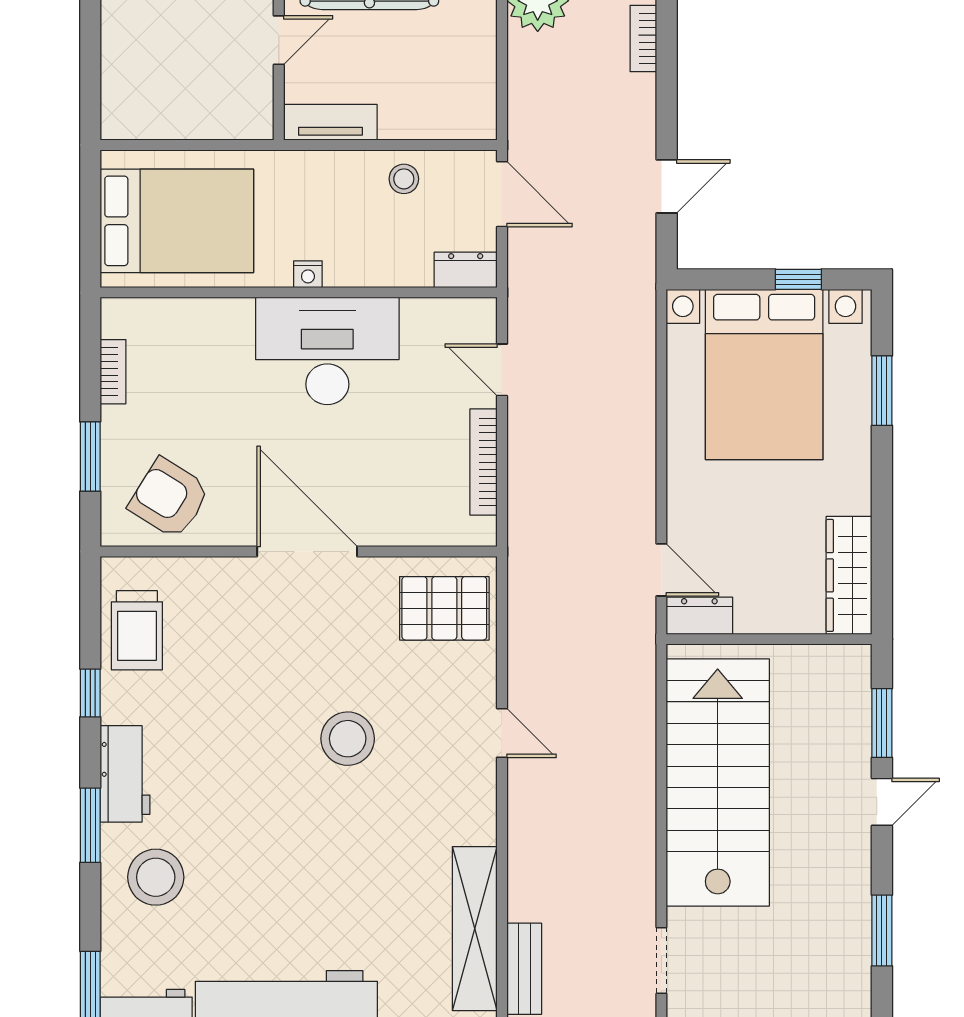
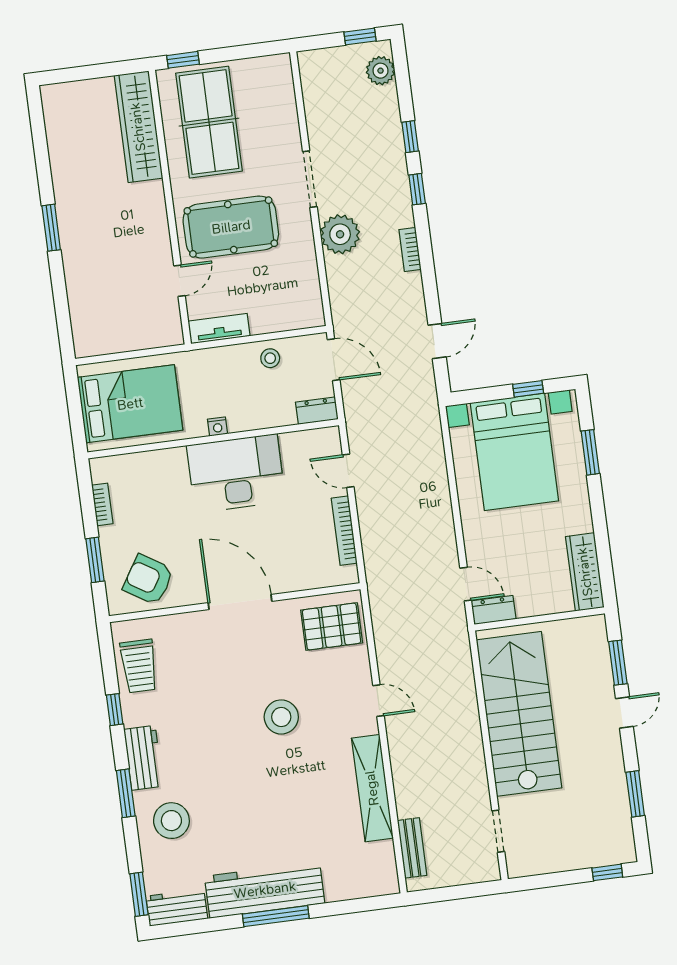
shelving: (475, 929) -> (372, 788), moved

